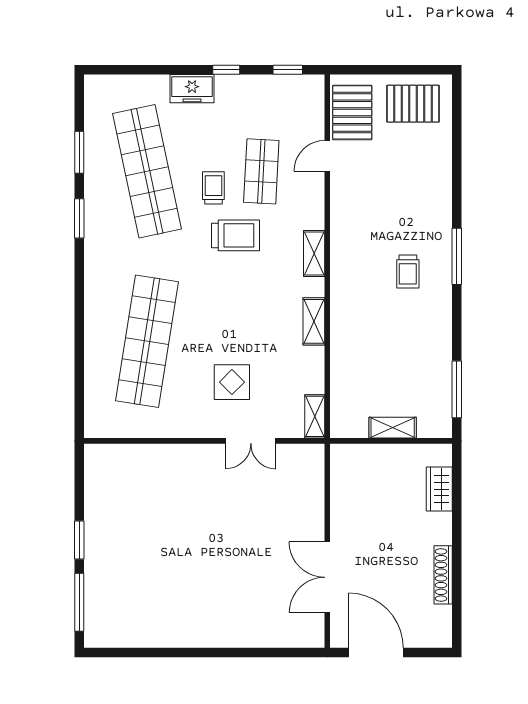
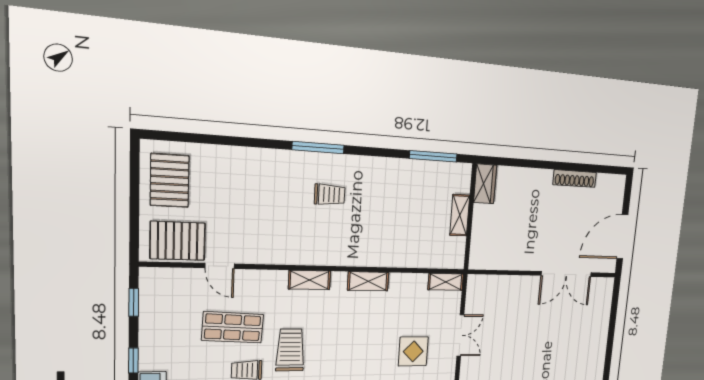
wardrobe: (439, 489) -> (485, 184), moved, turned -90

